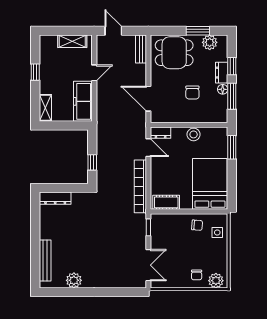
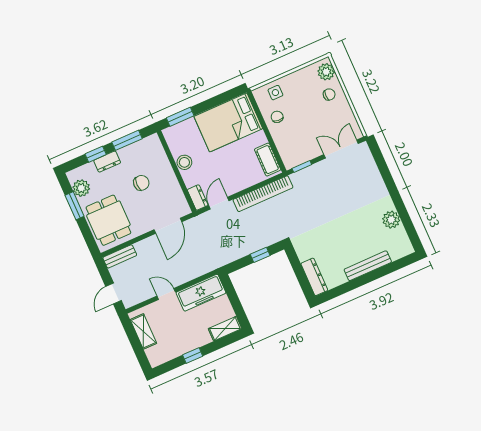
floor lamp: (223, 89) -> (124, 153), removed
bench: (45, 261) -> (368, 266), moved

